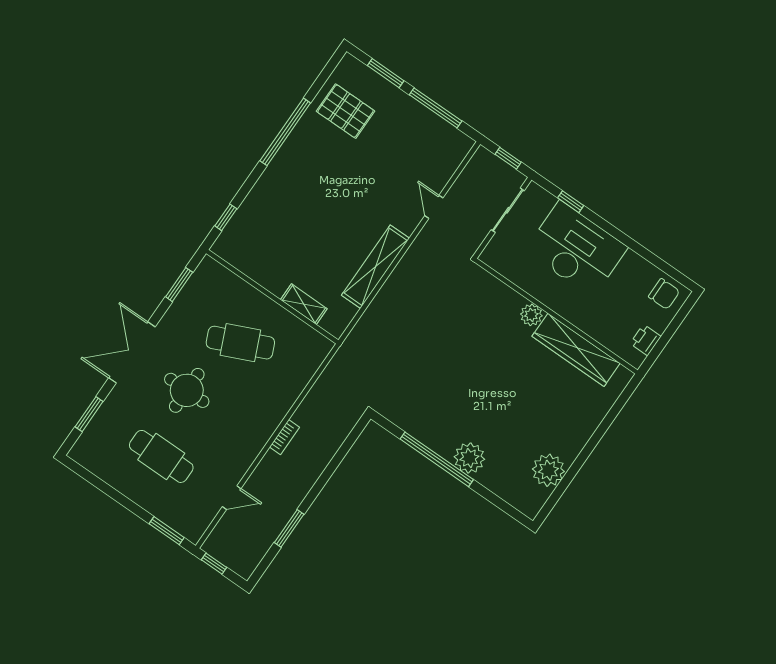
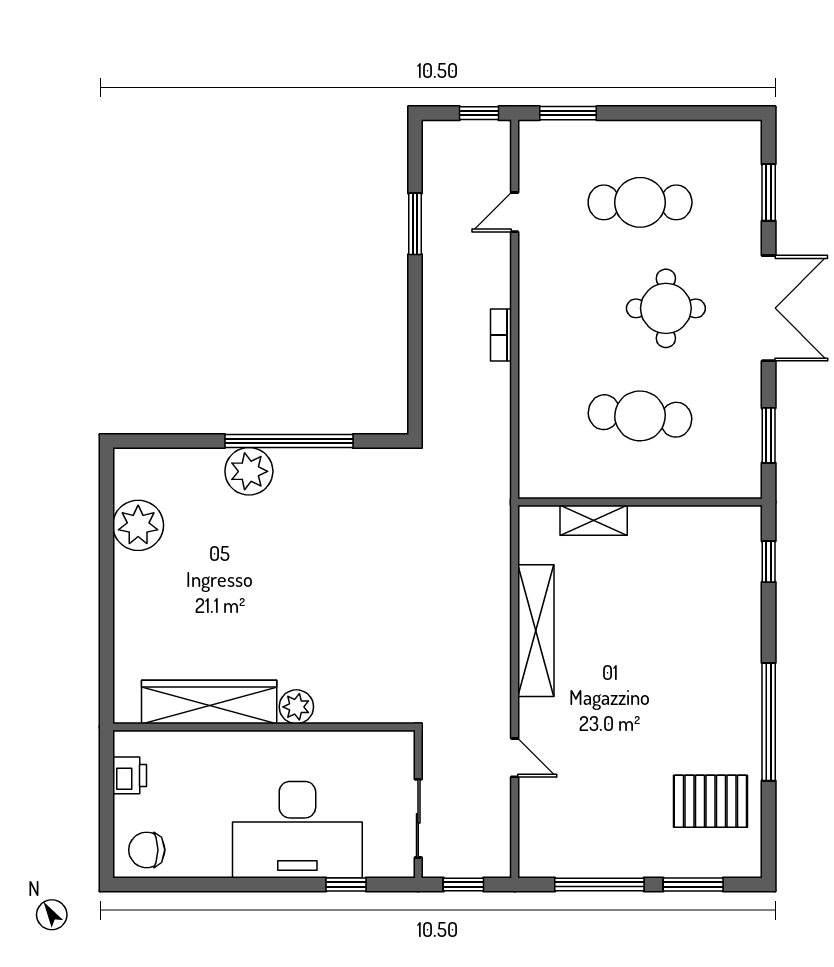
cafe table: (240, 343) -> (640, 416), turned 30

